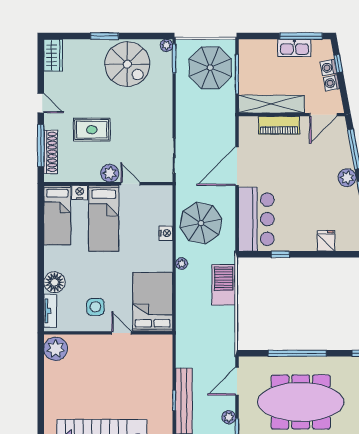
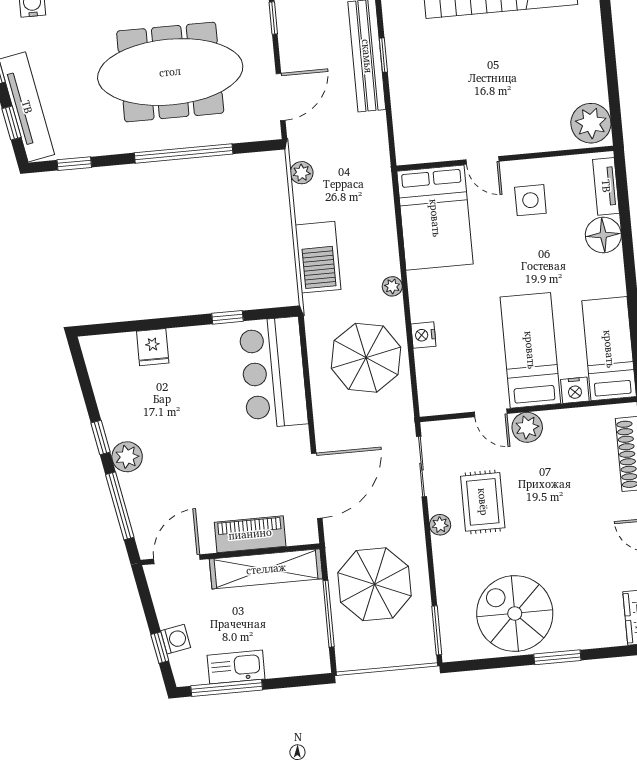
plant: (166, 45) -> (440, 525), moved
parasol: (210, 68) -> (374, 584), moved
washing machine: (331, 83) -> (168, 614), removed
rug: (92, 130) -> (483, 502), moved, turned 90
door: (237, 166) -> (317, 486), moved
plant: (229, 417) -> (302, 173), moved

